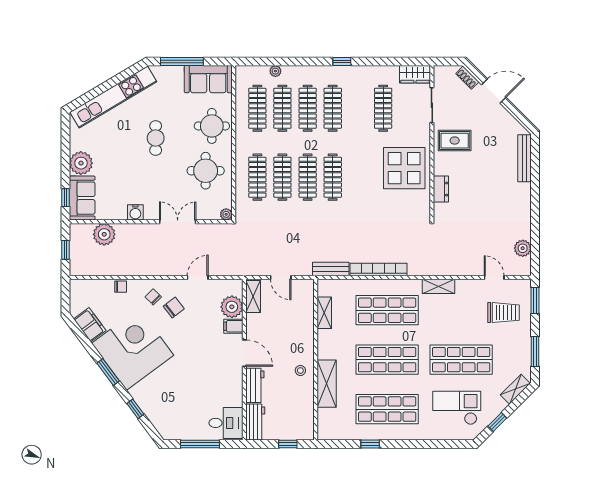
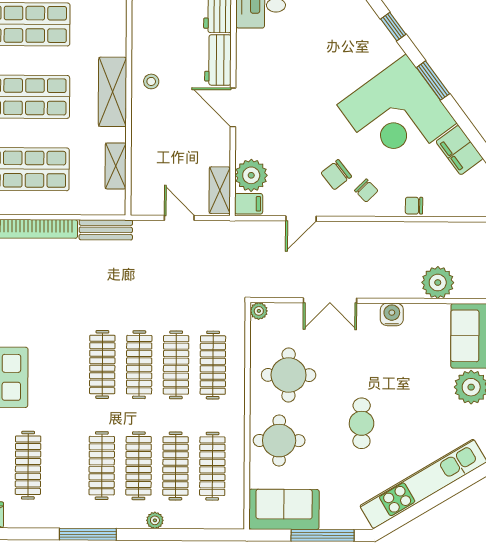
window: (342, 61) -> (88, 534), width x2.17
plant: (275, 71) -> (155, 520), moved
filing cabinet: (233, 326) -> (249, 204), moved
shelving: (327, 384) -> (112, 92), moved

